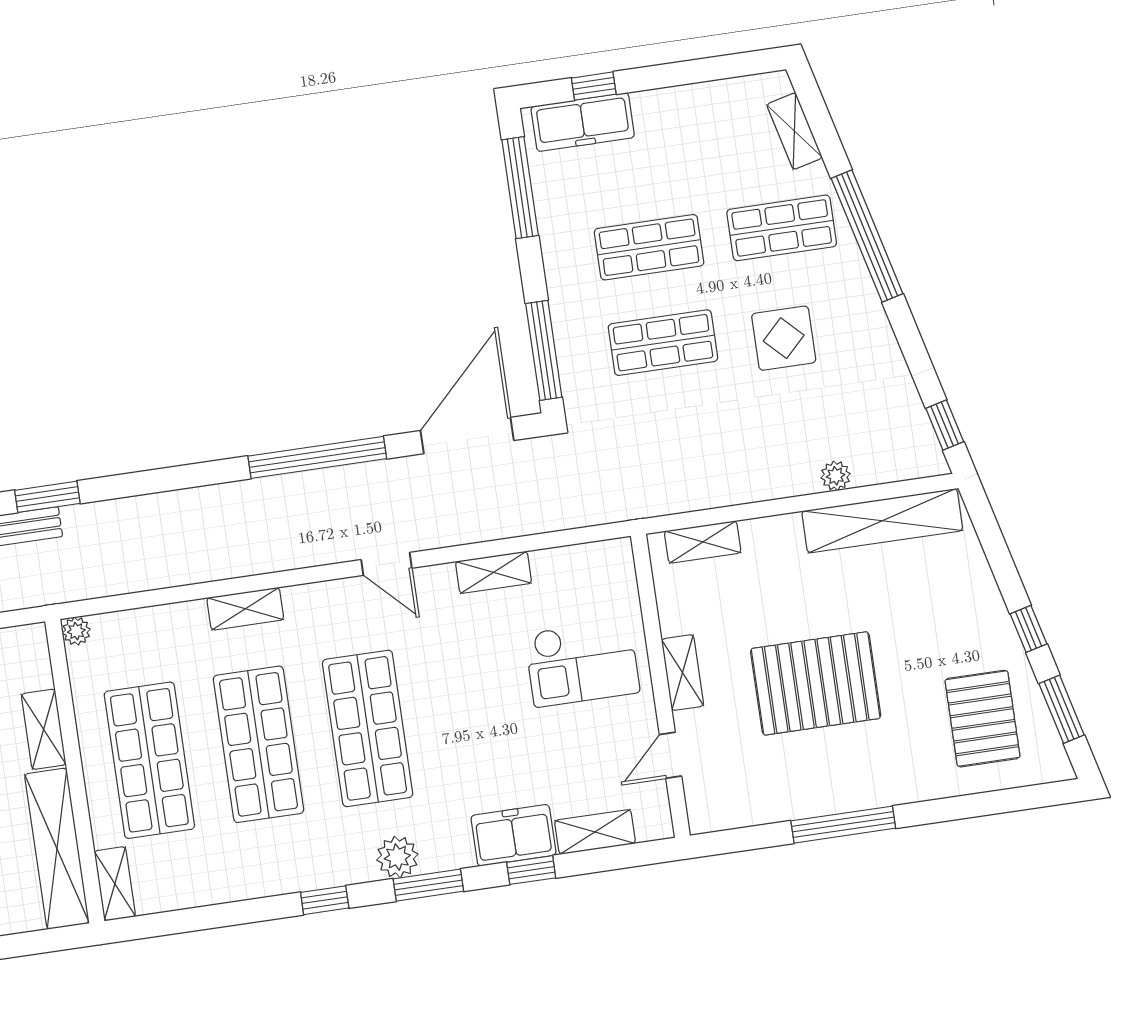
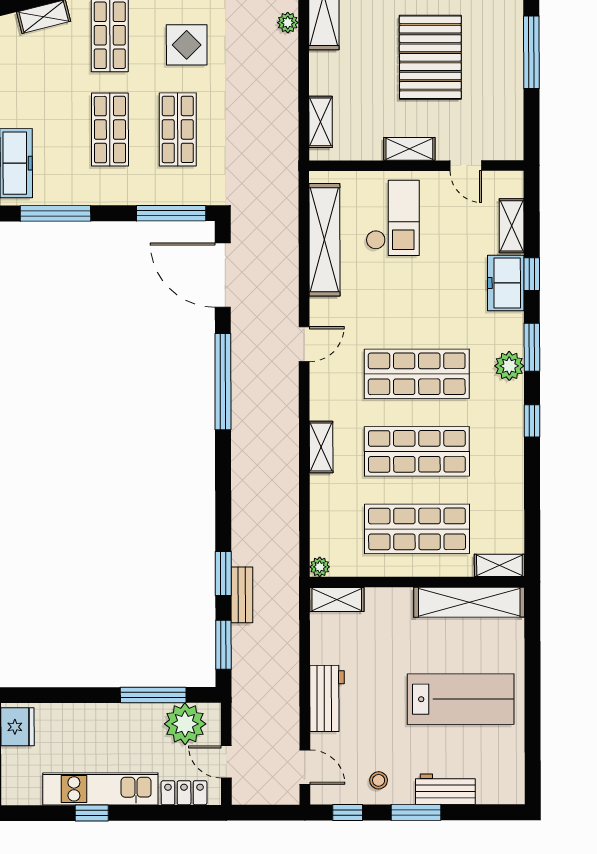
shelving: (494, 572) -> (324, 240), width x2.20, depth x1.33
shelving: (44, 729) -> (337, 600), moved

